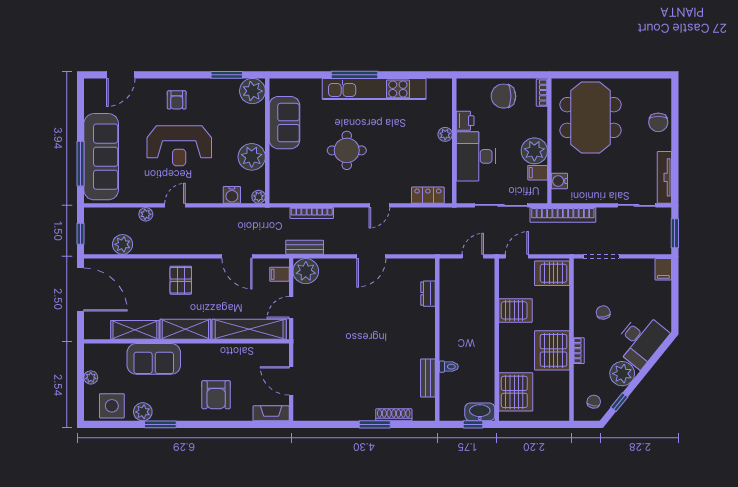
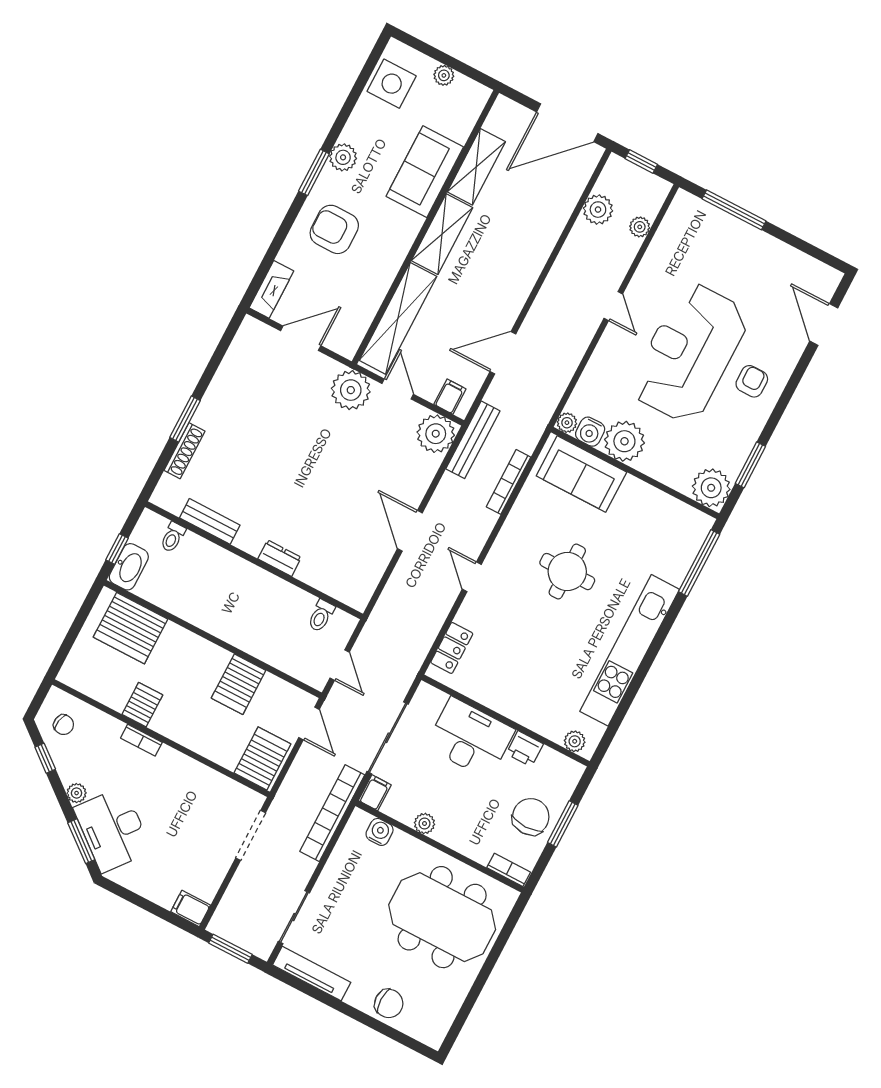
window: (355, 75) -> (699, 563), moved
window: (498, 75) -> (563, 824), added
armchair: (177, 100) -> (752, 381), turned 90
chair: (658, 122) -> (389, 1003), turned 180
sofa: (284, 123) -> (581, 474), moved
plant: (445, 134) -> (575, 741), moved
reception desk: (179, 146) -> (689, 353), width x1.36, depth x1.30
plant: (534, 151) -> (424, 823), width x0.53, depth x0.53
sofa: (101, 157) -> (729, 242), removed
filing cabinet: (538, 173) -> (375, 793), moved
water cooler: (232, 195) -> (590, 432), moved, turned -90
plant: (146, 214) -> (640, 227), moved
bench: (305, 247) -> (473, 440), width x1.36
pallet: (181, 280) -> (510, 262), removed
toilet: (449, 283) -> (321, 616), added
dresser: (428, 294) -> (280, 558), moved
chair: (603, 312) -> (175, 799), removed
plant: (306, 335) -> (351, 390), added
server rack: (552, 350) -> (142, 705), width x0.46, depth x0.70
window: (657, 355) -> (81, 841), added
toilet: (449, 367) -> (173, 537), moved
plant: (622, 374) -> (77, 793), width x0.53, depth x0.53
plant: (143, 412) -> (343, 157), moved
window: (160, 424) -> (314, 172), moved

